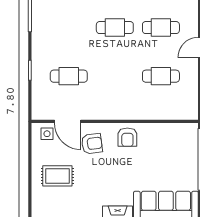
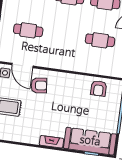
armchair: (127, 137) -> (99, 88), moved

